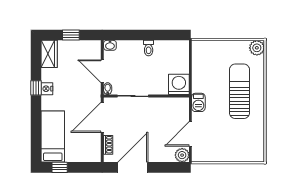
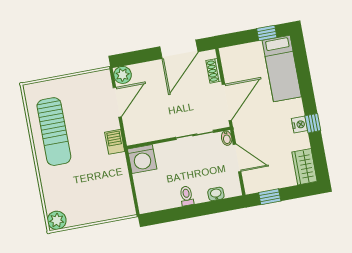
window: (71, 35) -> (270, 197), moved
washbasin: (110, 45) -> (216, 194), moved
sun lounger: (240, 91) -> (54, 132), moved

